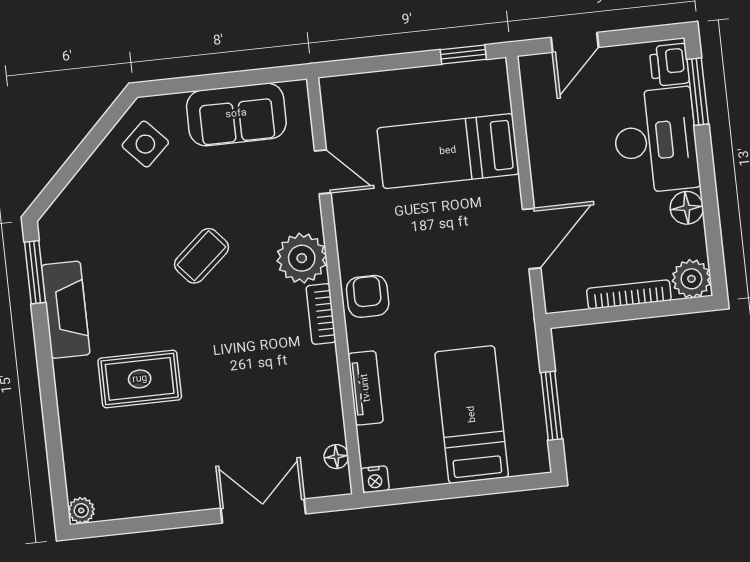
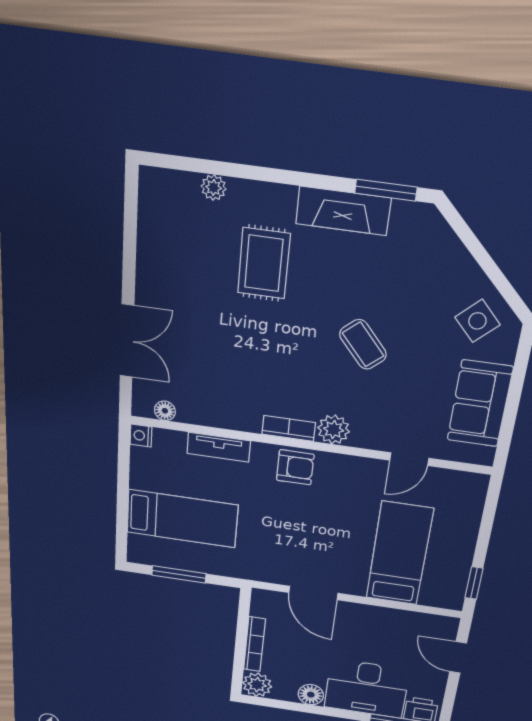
plant: (302, 258) -> (334, 430), width x0.73, depth x0.73
plant: (81, 510) -> (214, 188), moved

